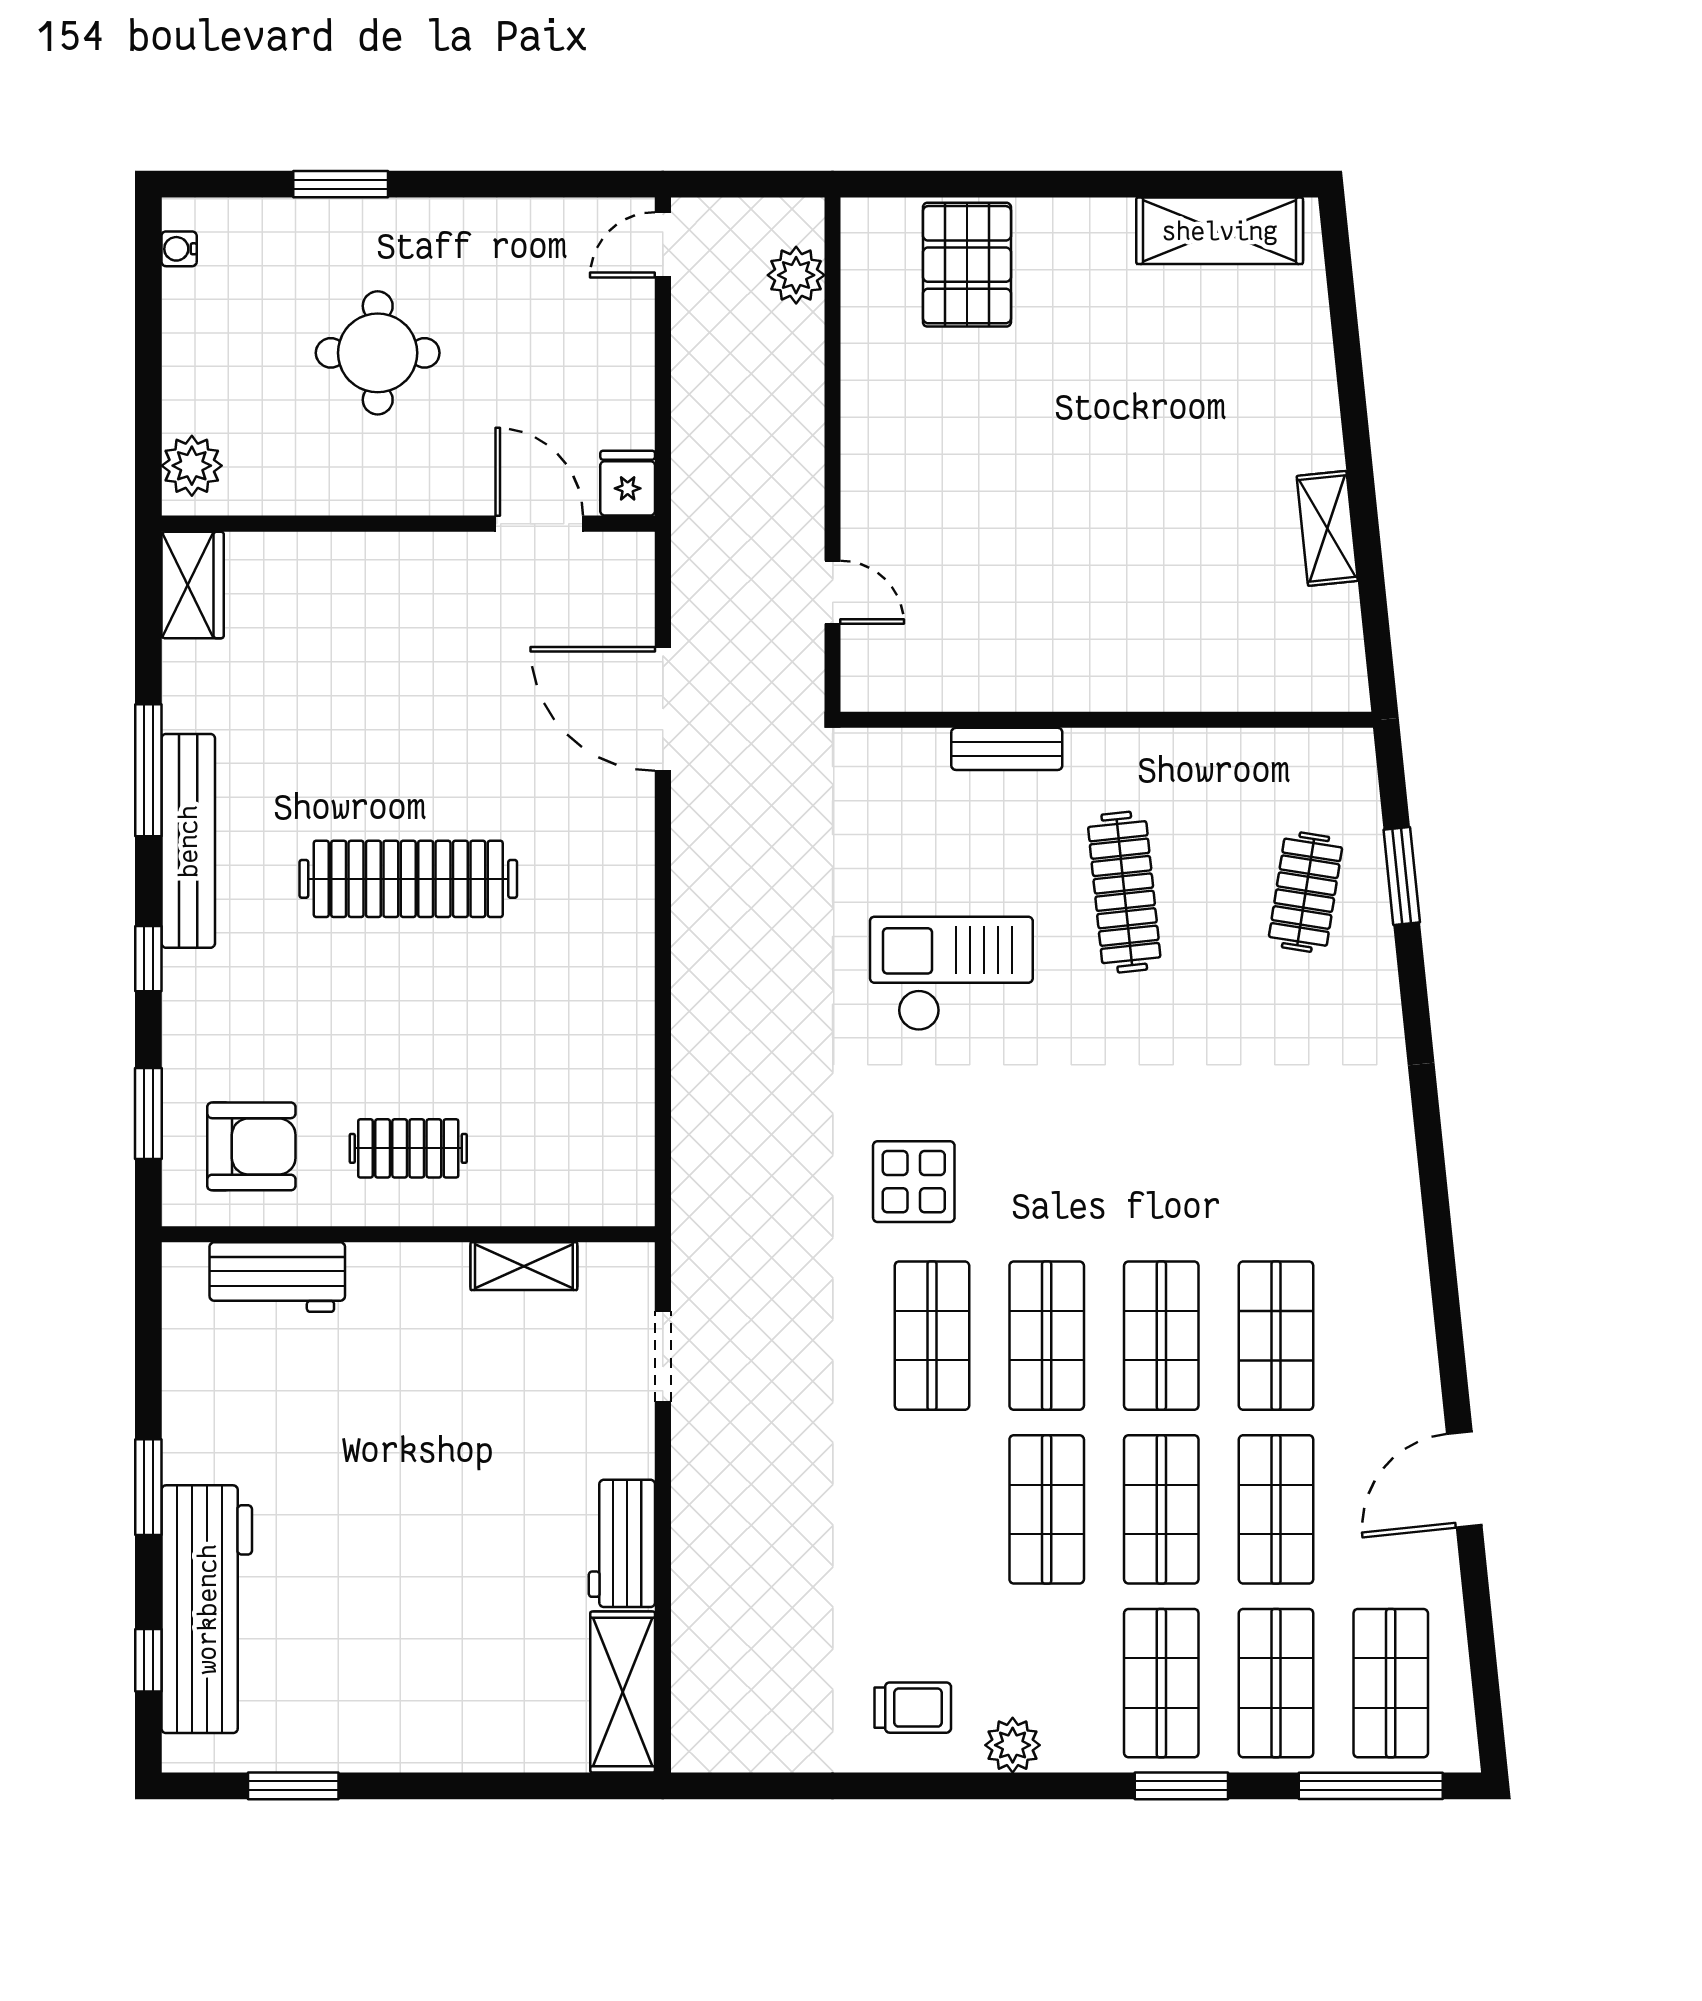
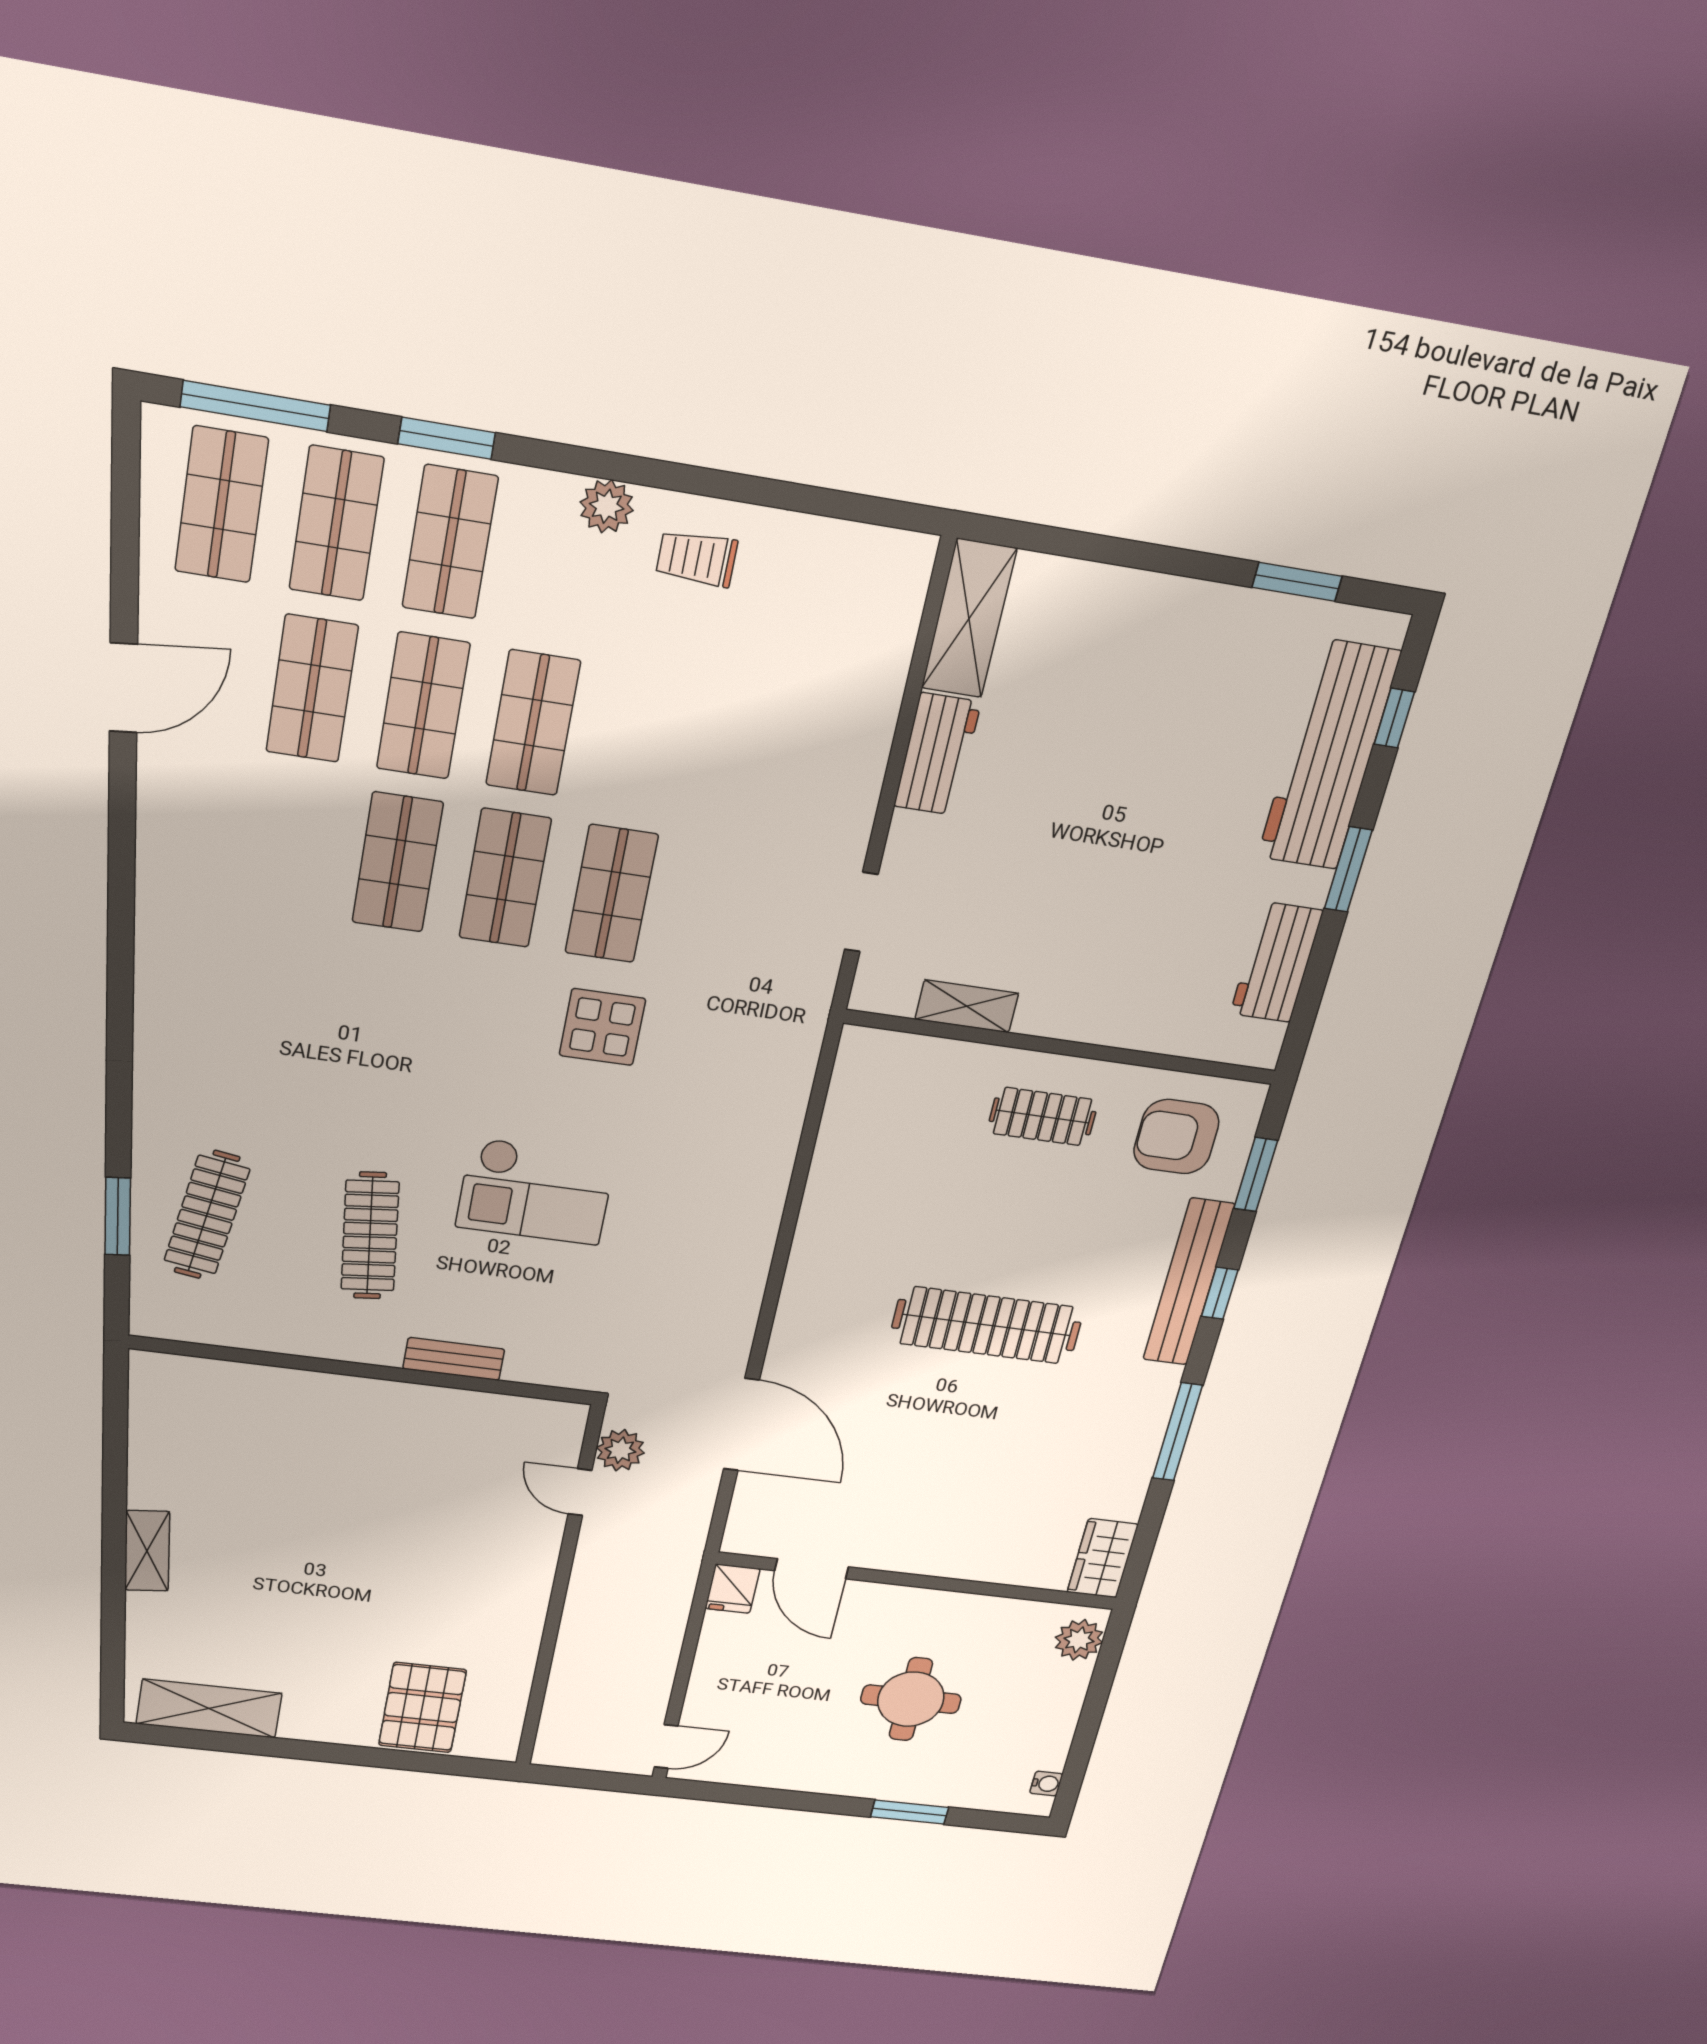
plant: (796, 275) -> (620, 1450), moved
shelving: (1327, 528) -> (147, 1551), moved
bench: (188, 841) -> (1189, 1282), moved
clothes rail: (1306, 892) -> (207, 1215), width x1.36
workbench: (277, 1277) -> (1277, 962), moved, turned -90
shop shelf: (1276, 1336) -> (289, 846), removed

